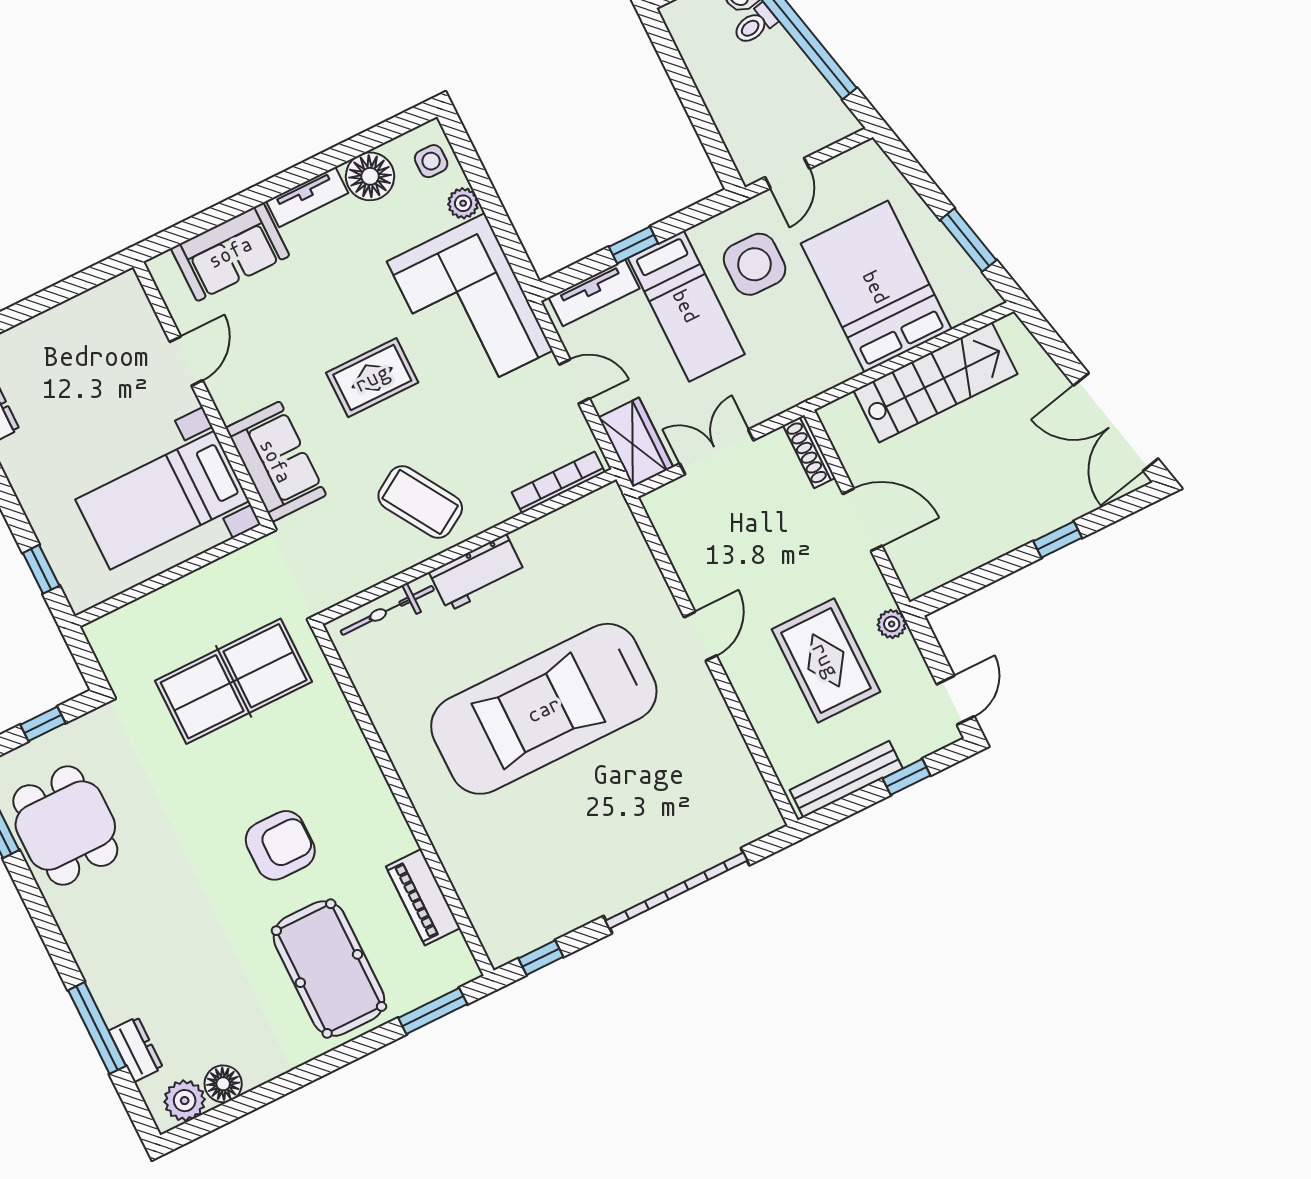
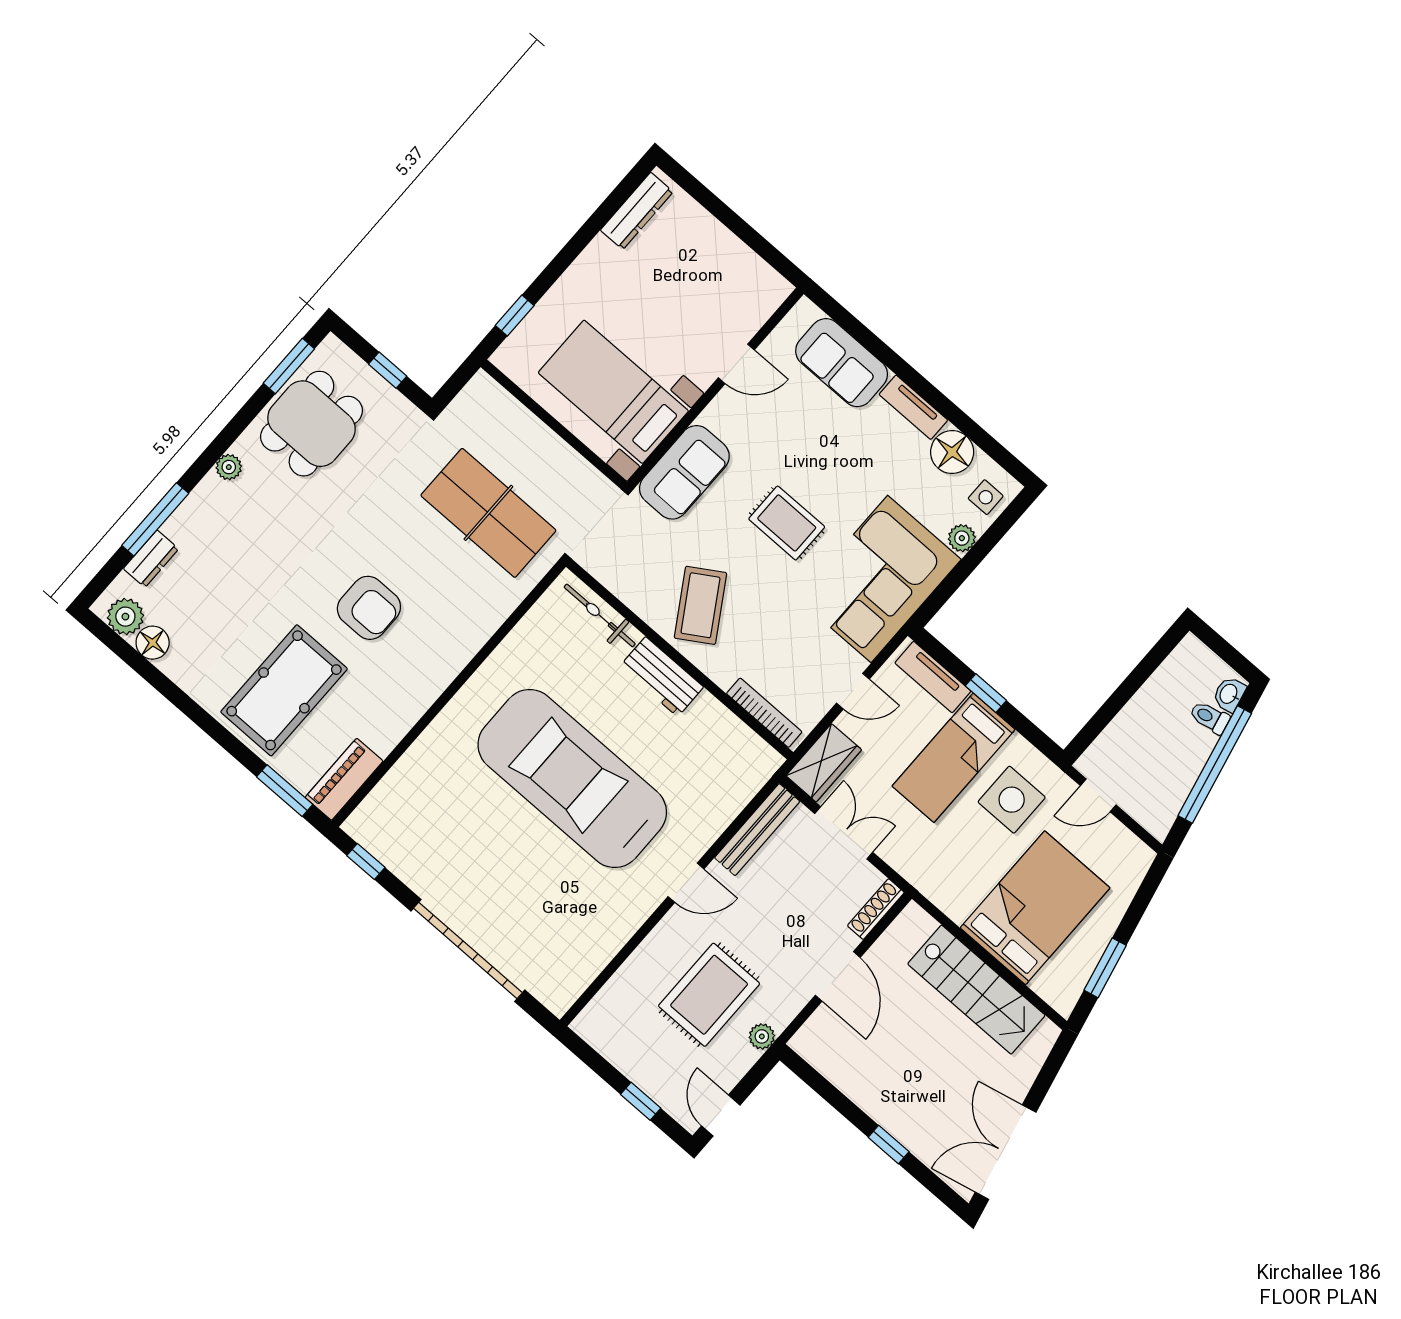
door: (574, 381) -> (853, 691), hinge flipped
door: (956, 700) -> (721, 1115), swing flipped
bench: (846, 779) -> (757, 830), moved, turned 90
piano: (423, 897) -> (344, 779), moved
plant: (75, 930) -> (229, 467), added

